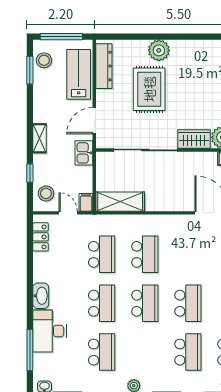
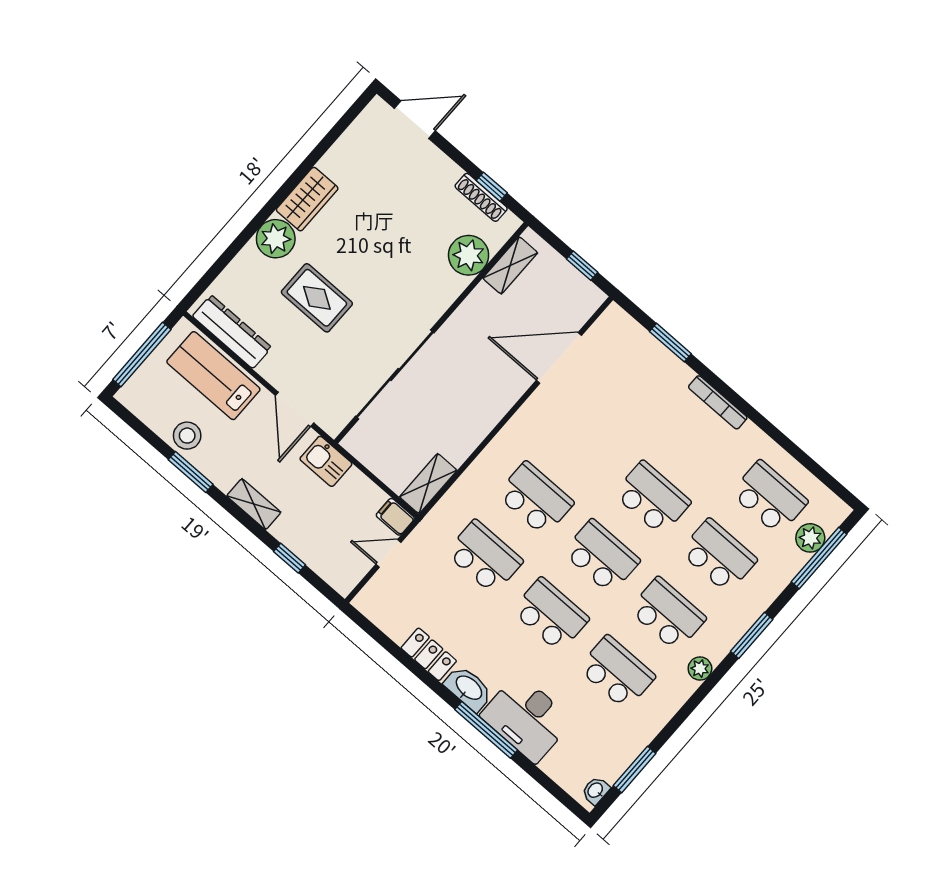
stool: (44, 60) -> (187, 436), moved
window: (30, 70) -> (191, 472), moved
rug: (149, 89) -> (317, 298), width x0.73, depth x0.70
wardrobe: (194, 139) -> (307, 199), moved, turned 180
stool: (46, 193) -> (336, 560), removed
shelving: (120, 202) -> (428, 484), width x0.67, depth x0.75
locker: (41, 237) -> (429, 654), moved
window: (30, 350) -> (486, 730), moved
school desk: (145, 352) -> (668, 614), added

